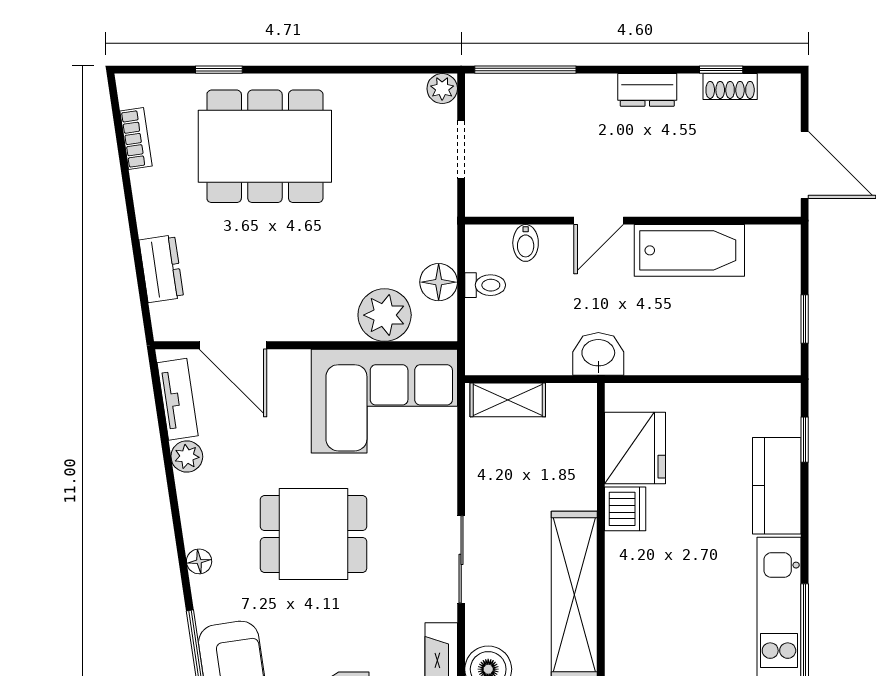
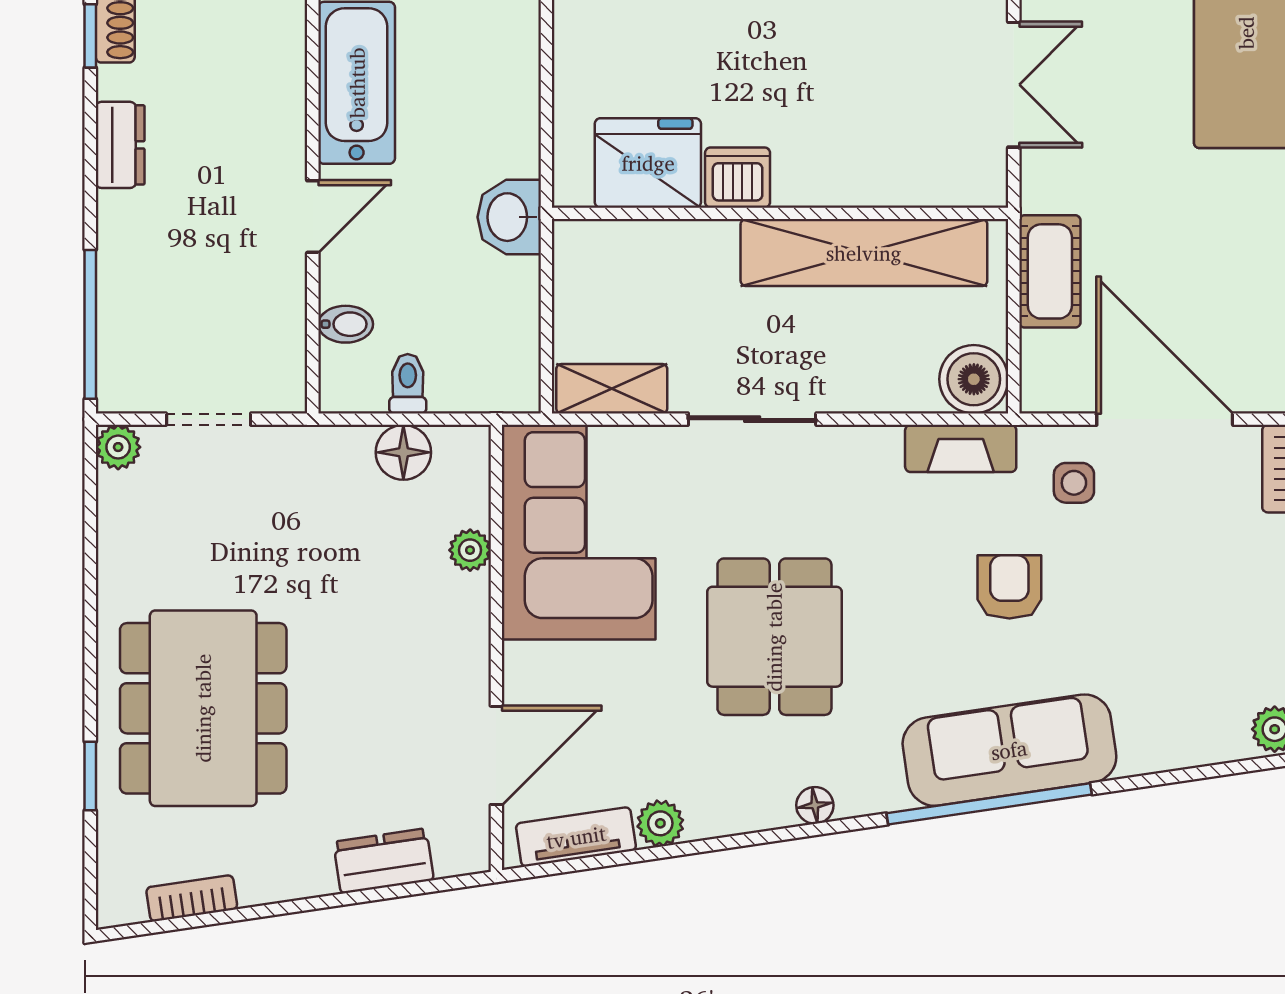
door: (599, 221) -> (313, 217), hinge flipped
plant: (385, 315) -> (470, 550), width x0.53, depth x0.53
shelving: (508, 400) -> (612, 389), moved, turned 90
sliding door: (461, 559) -> (752, 419), moved

